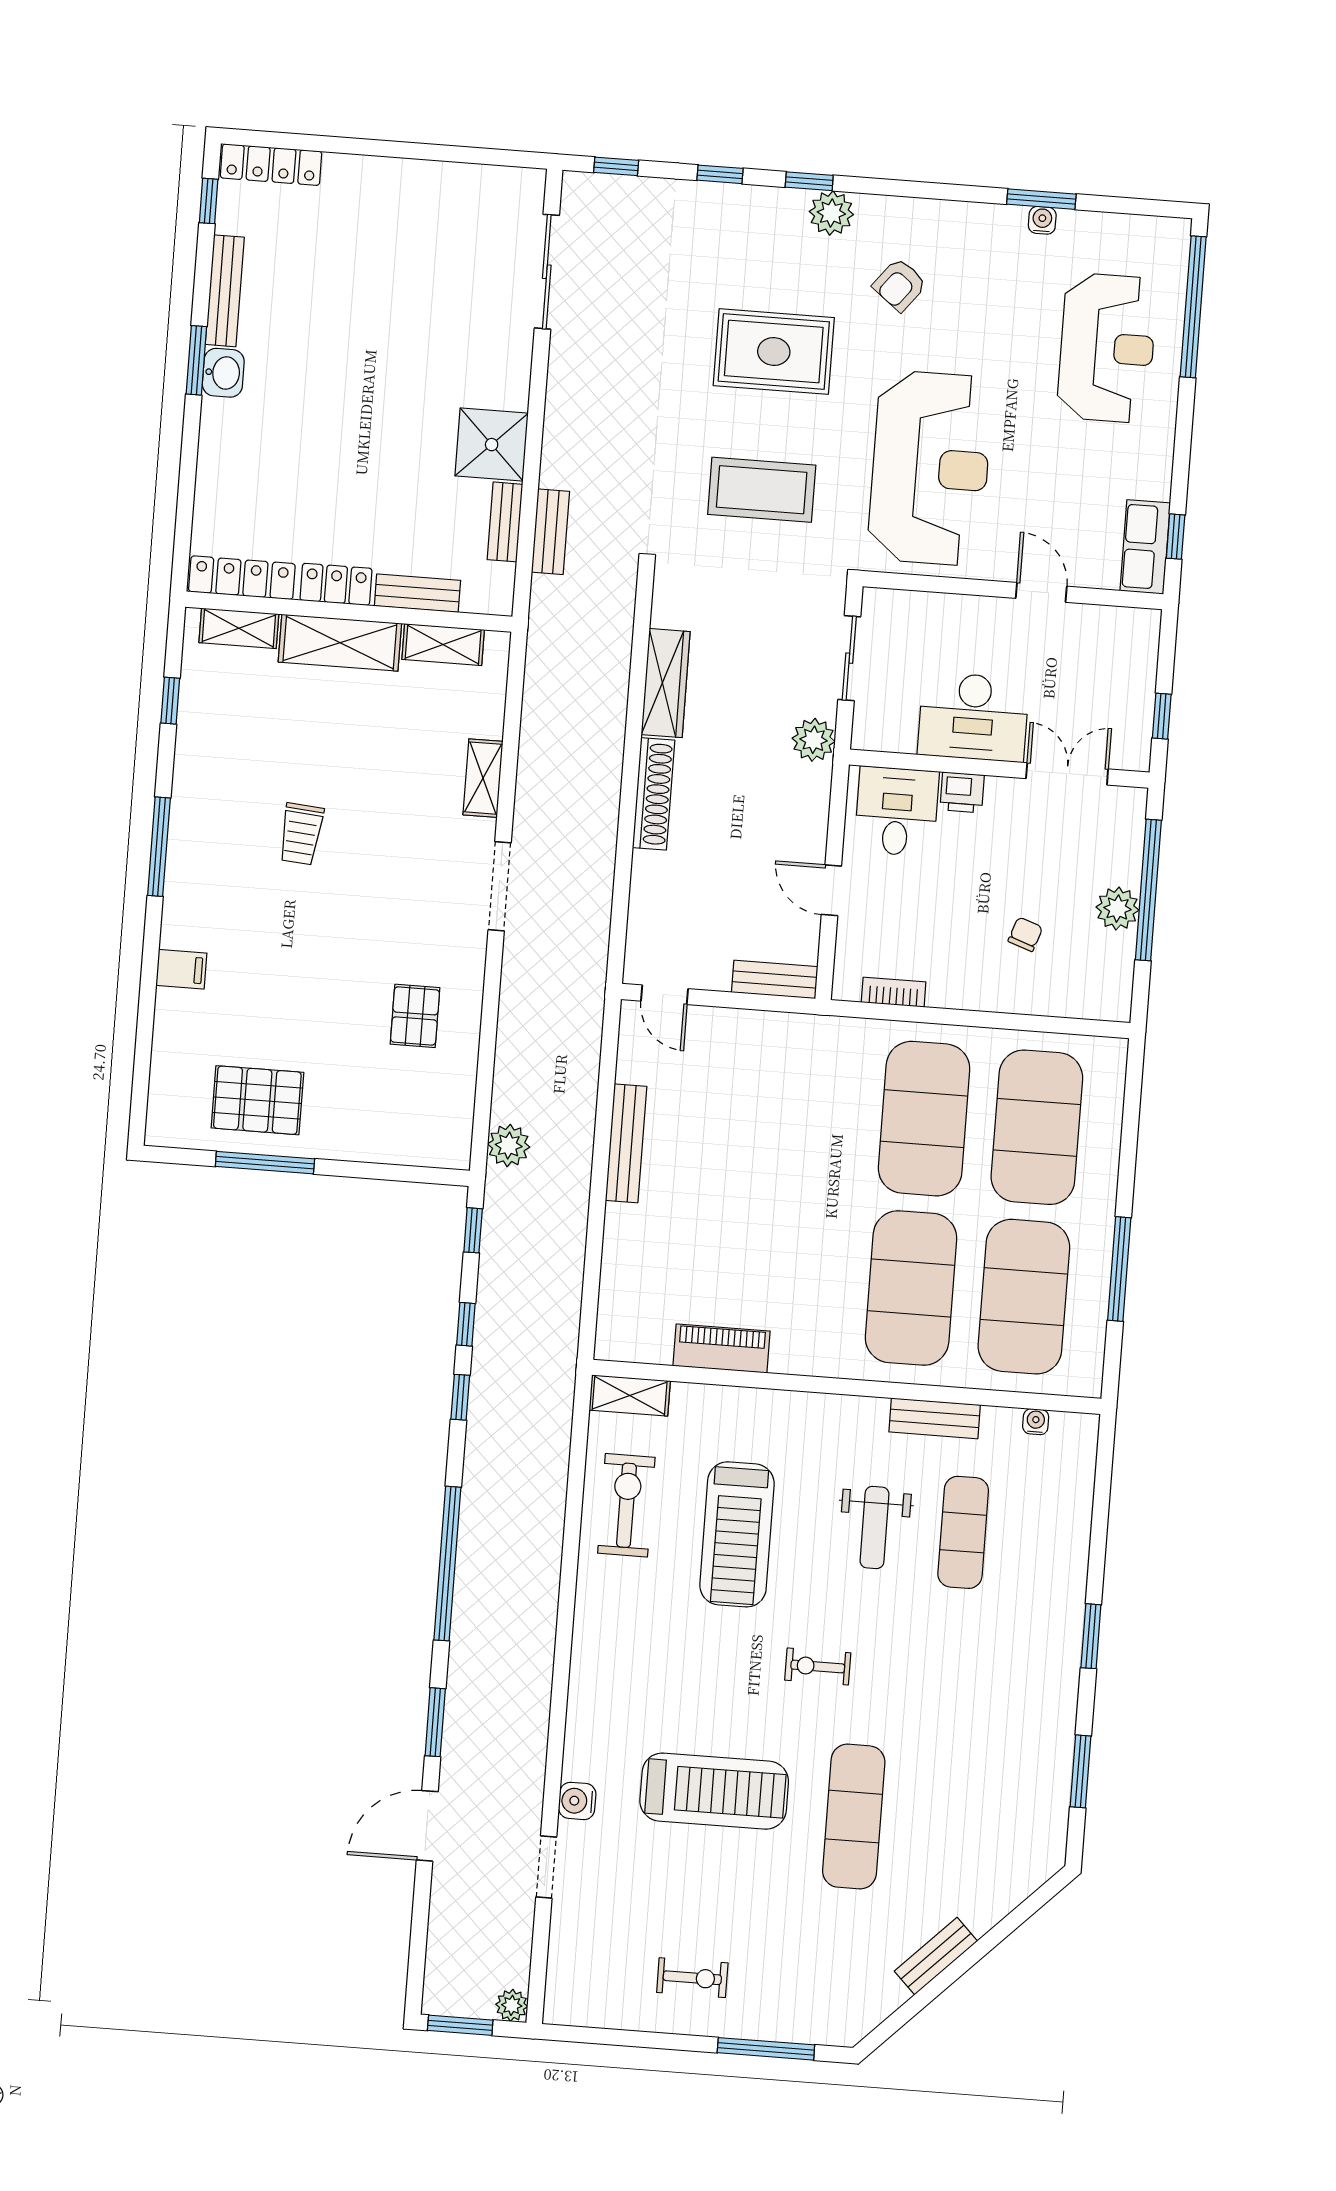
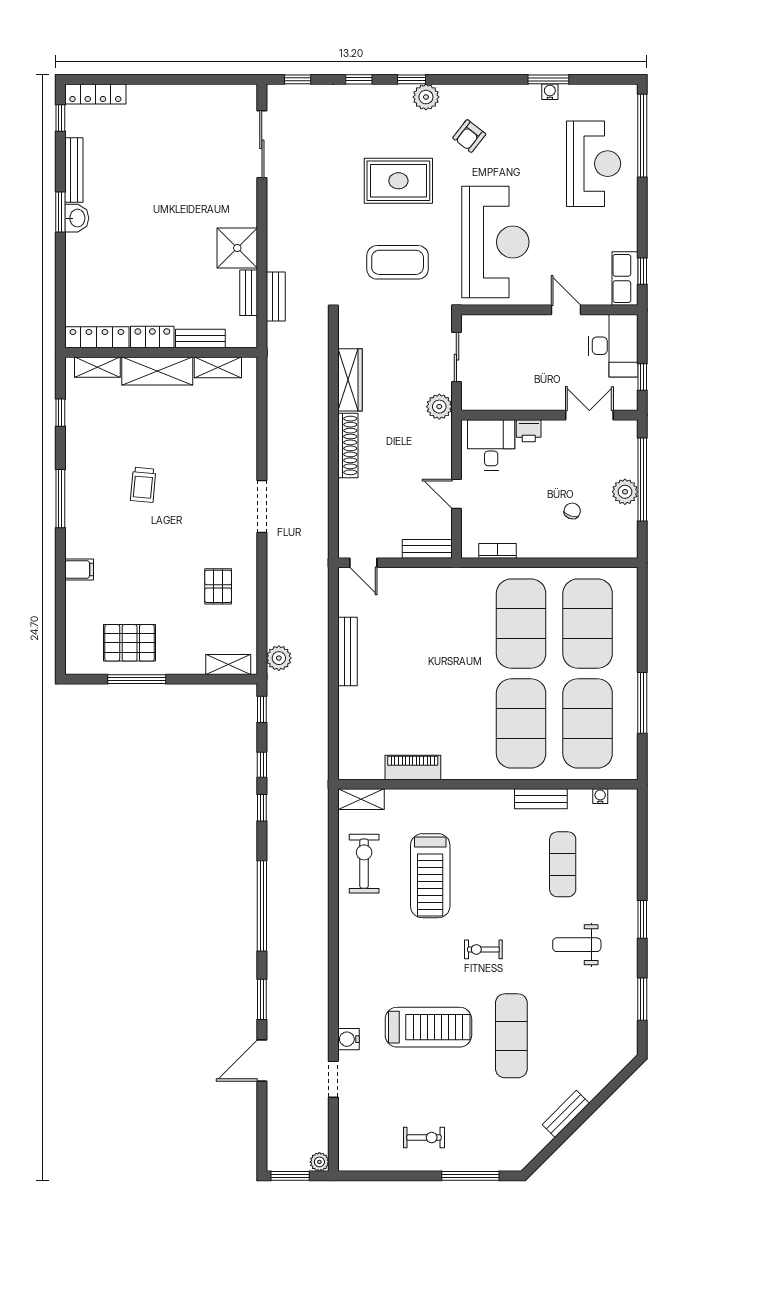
desk: (973, 717) -> (613, 346), moved, turned -90
shelving: (483, 778) -> (228, 665), moved, turned 90
weight bench: (874, 1527) -> (577, 945), moved, turned 90

